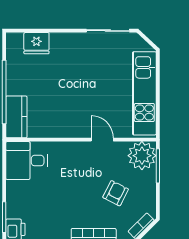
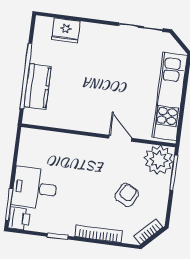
kitchen counter: (16, 117) -> (37, 87), moved
desk: (27, 161) -> (35, 188), moved

